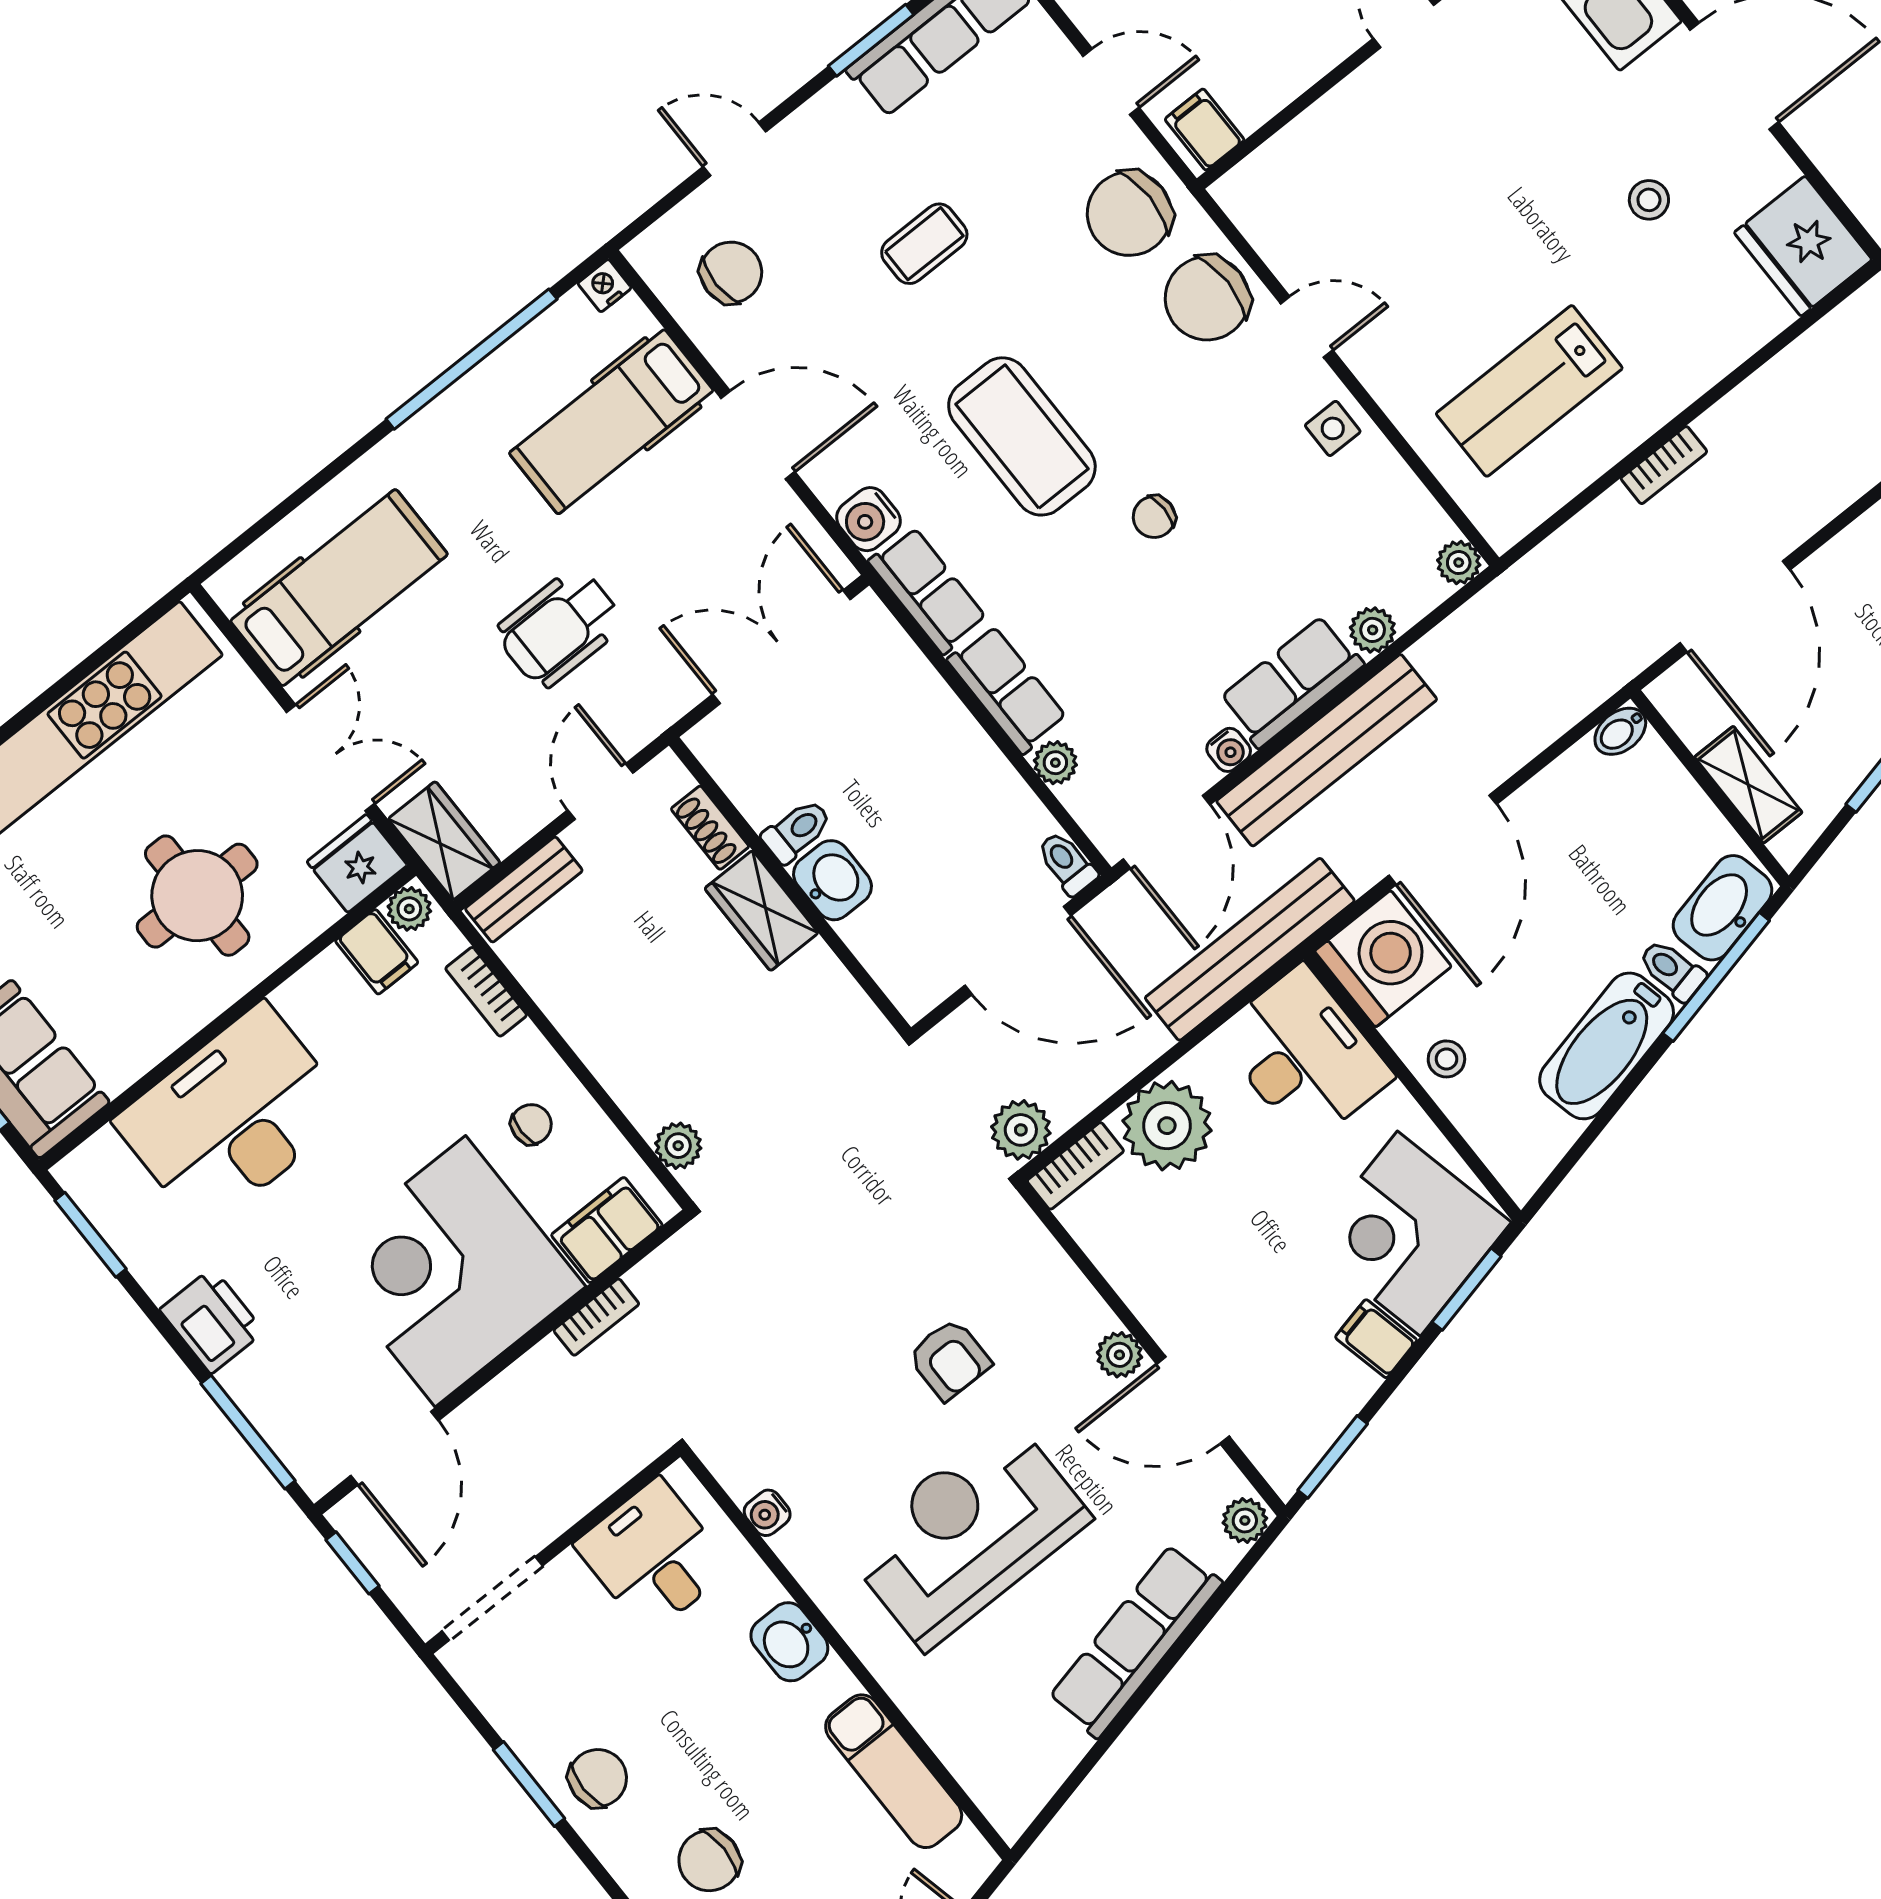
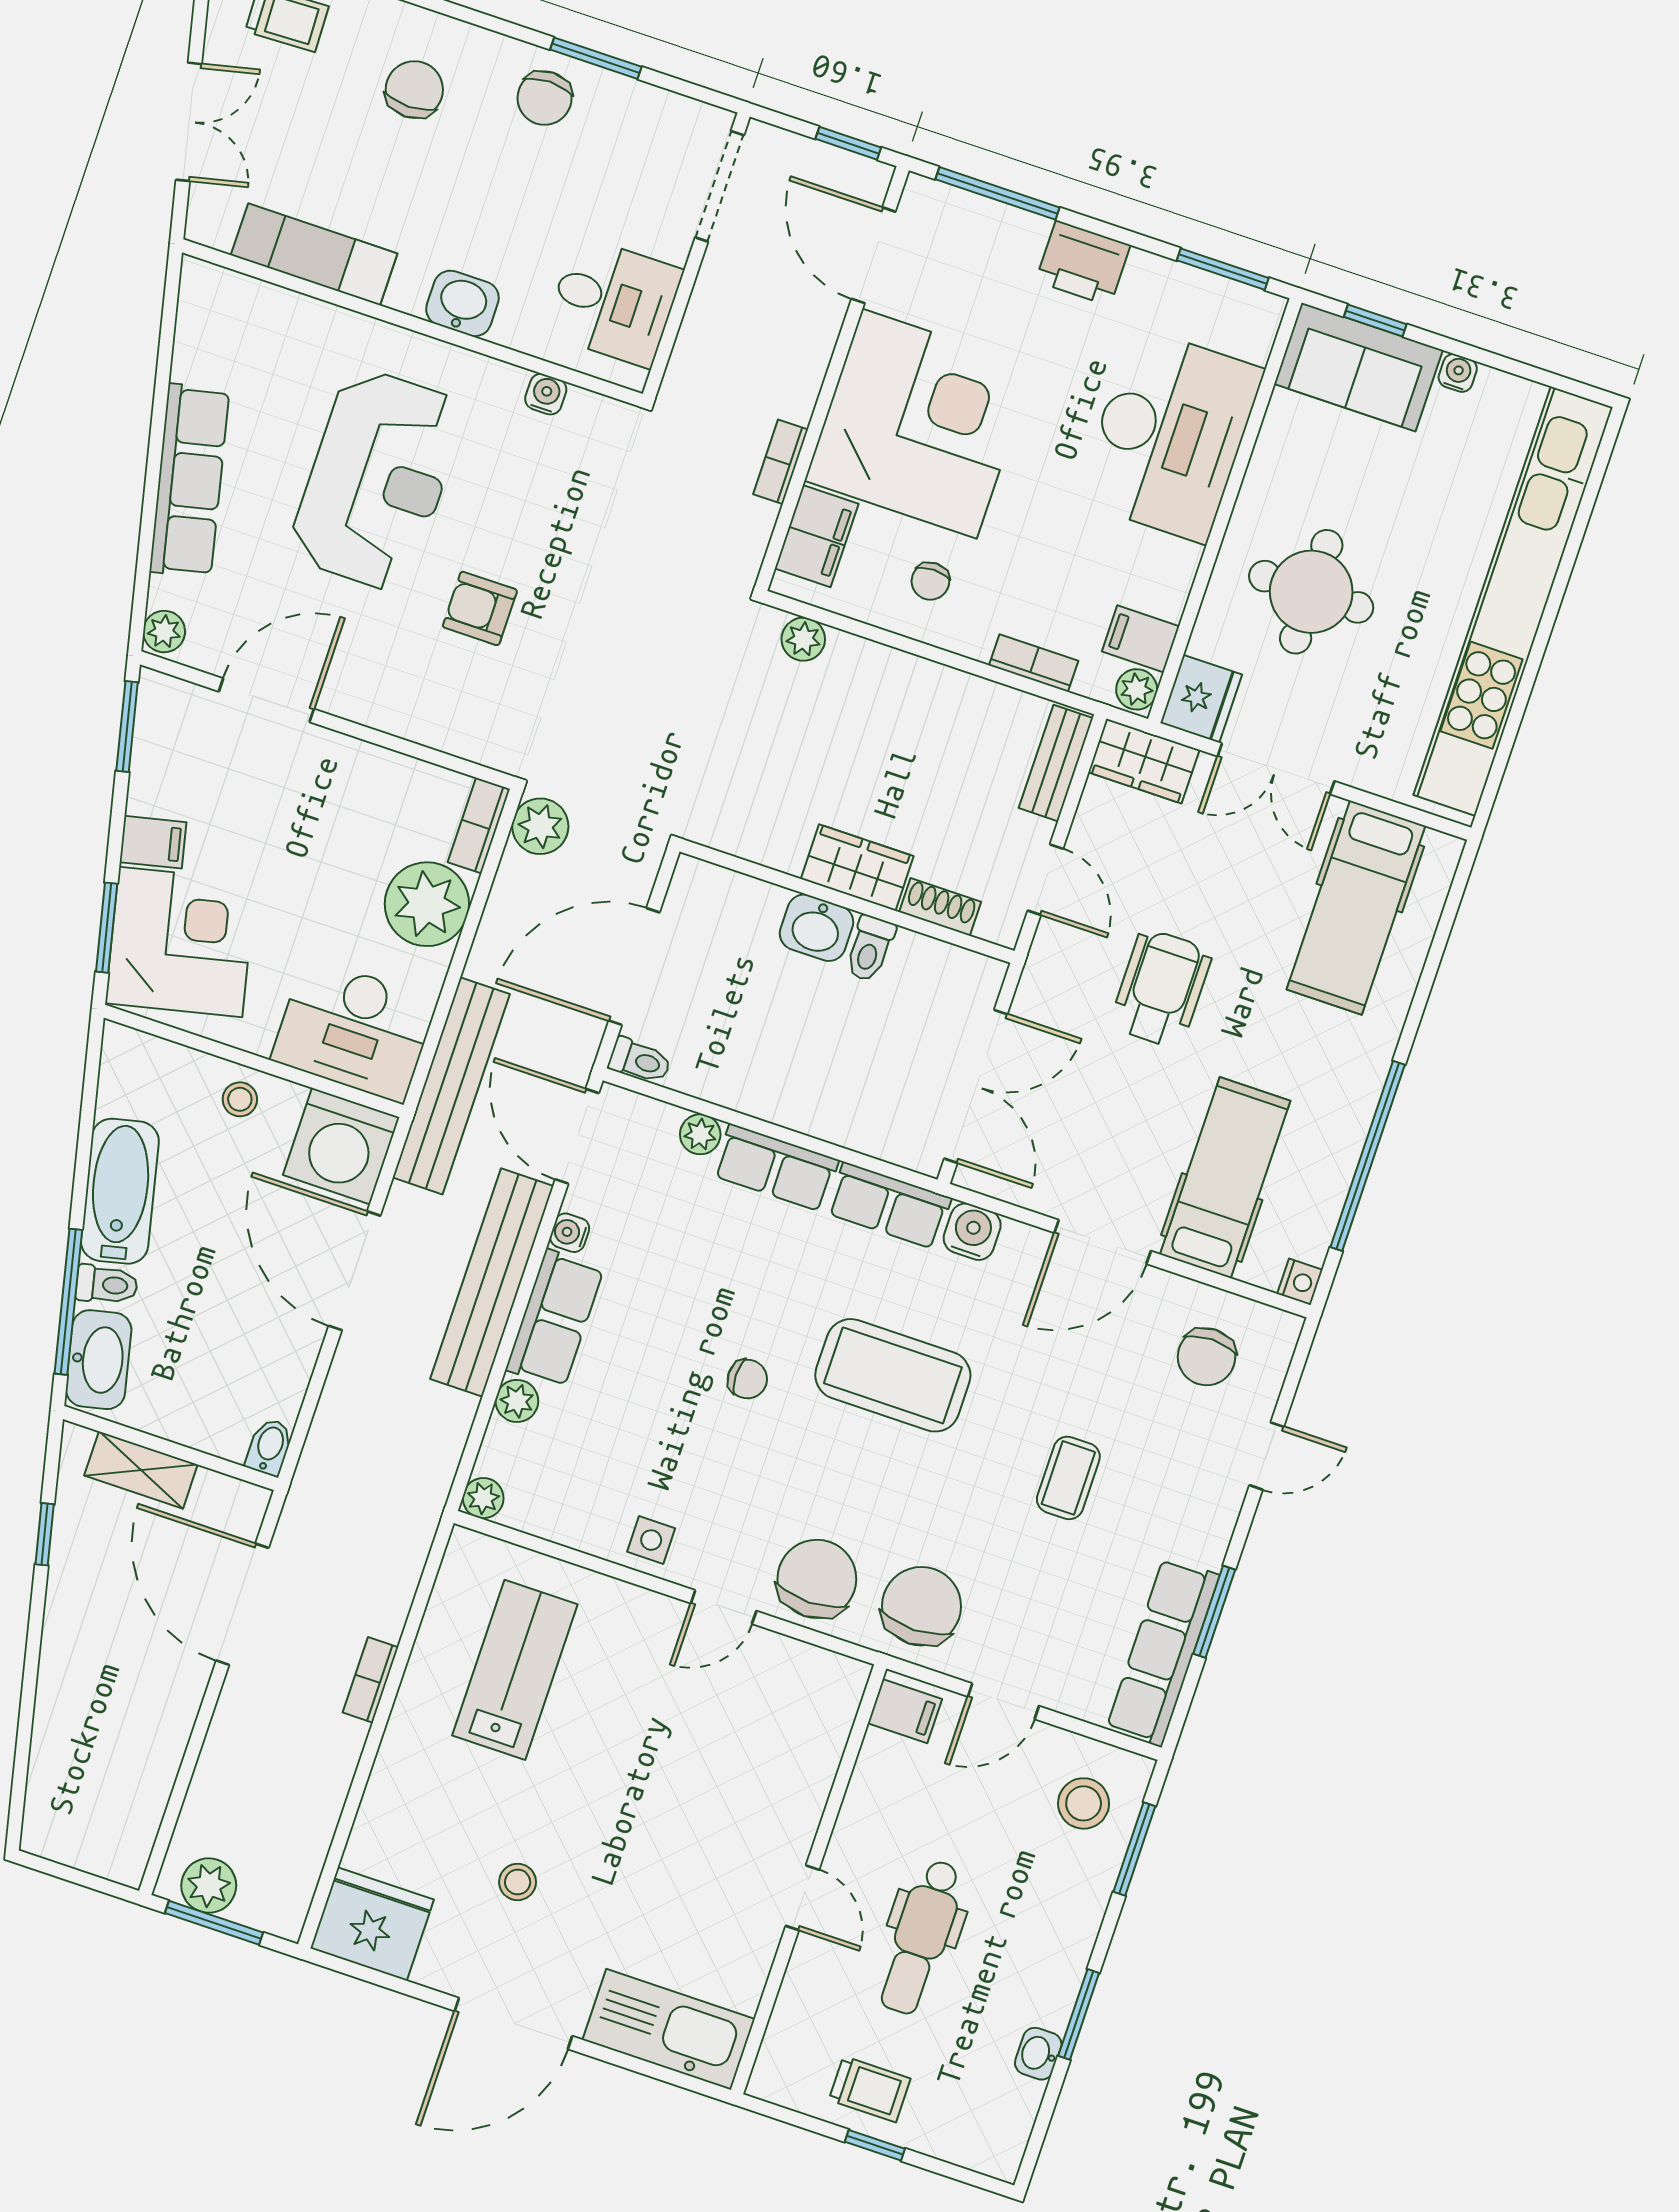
chair: (1154, 517) -> (747, 1379), turned 90
plant: (1119, 1355) -> (348, 699), removed

